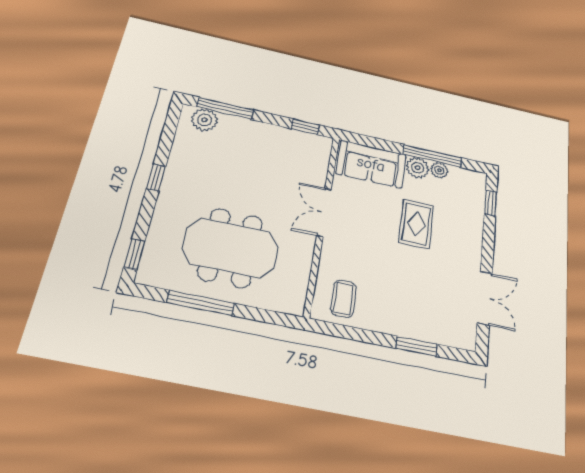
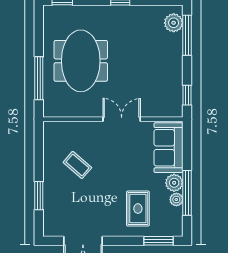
window: (491, 203) -> (158, 241), width x1.50
rug: (416, 224) -> (138, 209), moved, turned 90
coffee table: (343, 299) -> (77, 165), moved, turned 41
window: (201, 303) -> (39, 78), moved

